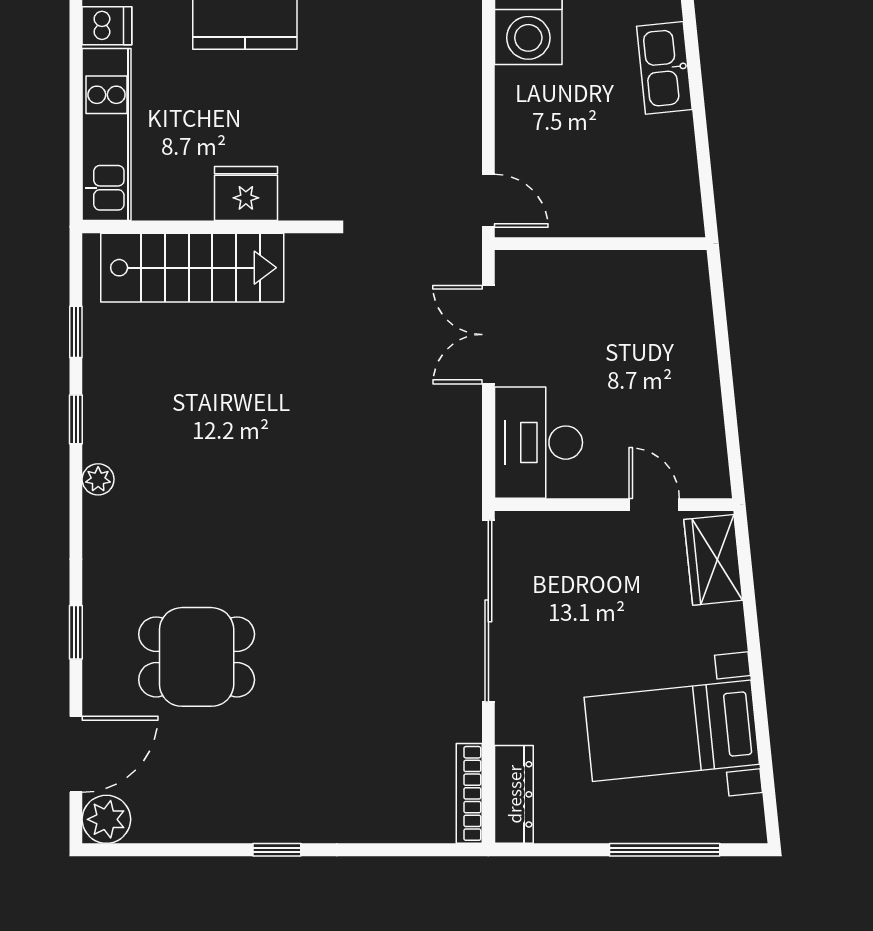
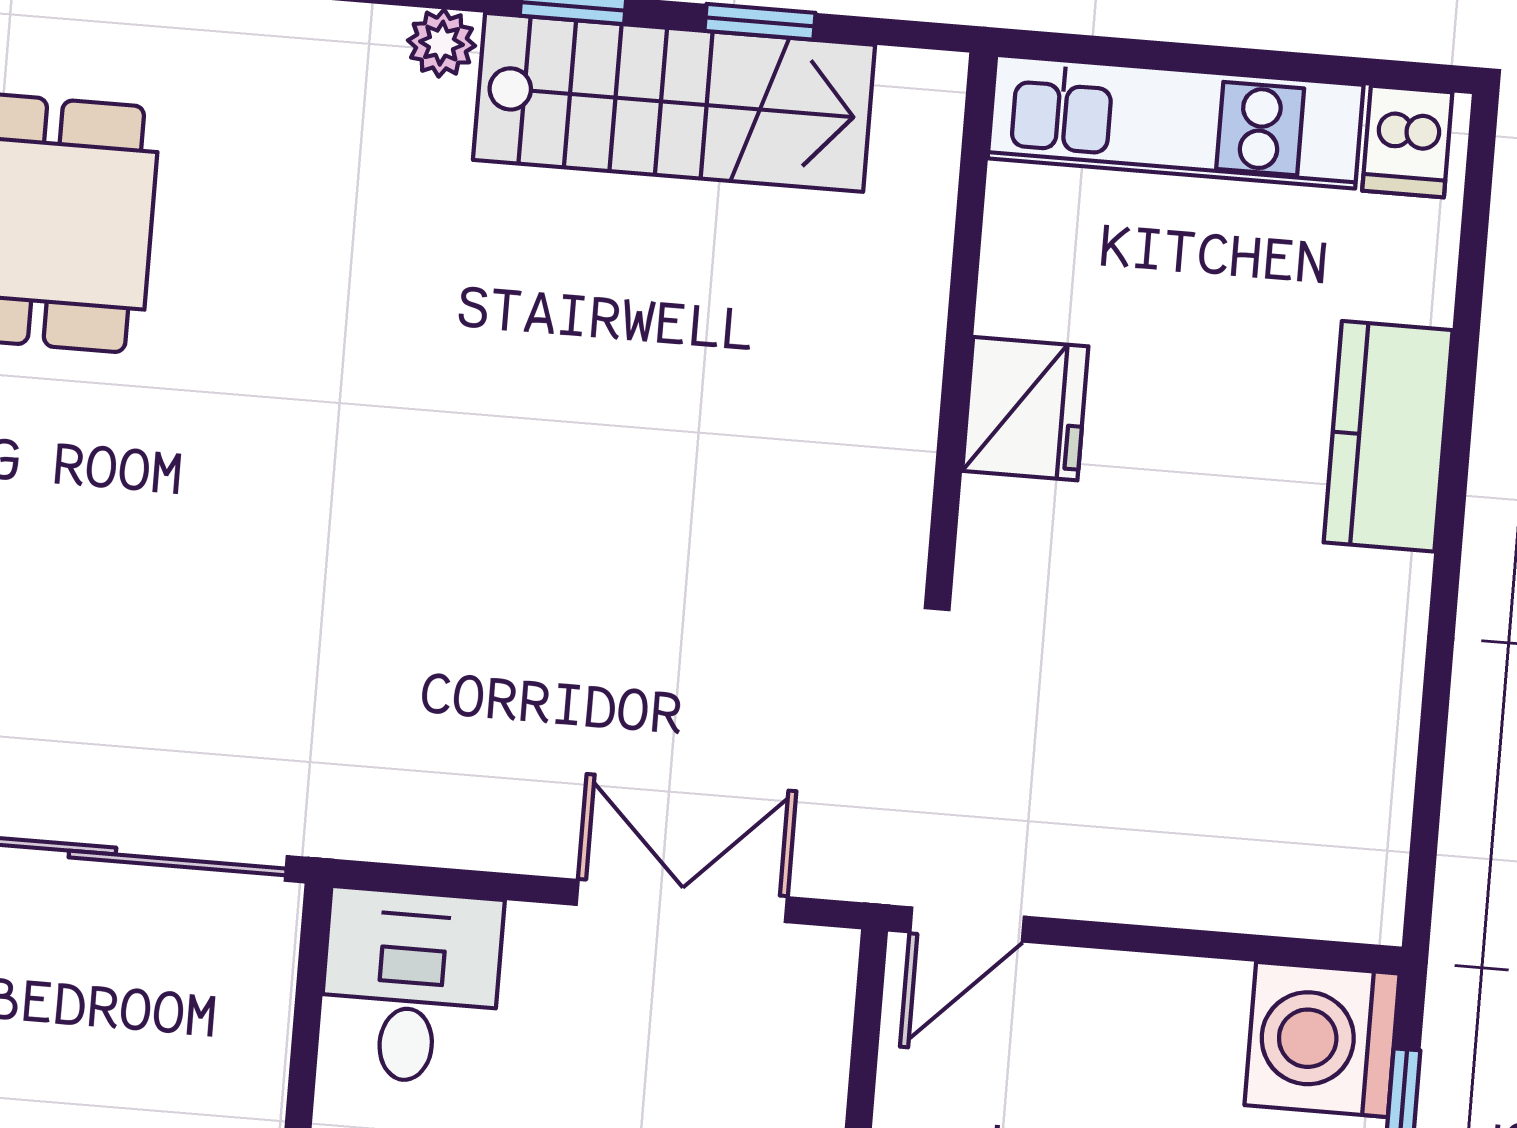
stairs: (192, 268) -> (674, 102), moved, turned -90
desk: (539, 443) -> (410, 986), width x0.73

